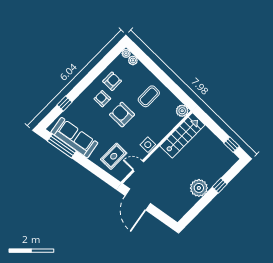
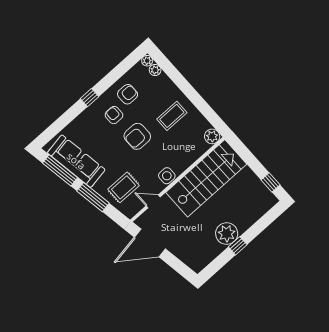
window: (65, 103) -> (89, 98), moved
armchair: (122, 115) -> (137, 136), turned -90
stairs: (182, 135) -> (206, 178), width x1.36, depth x1.51
window: (90, 166) -> (93, 197), added
window: (220, 186) -> (238, 246), moved
door: (138, 199) -> (150, 243), hinge flipped

